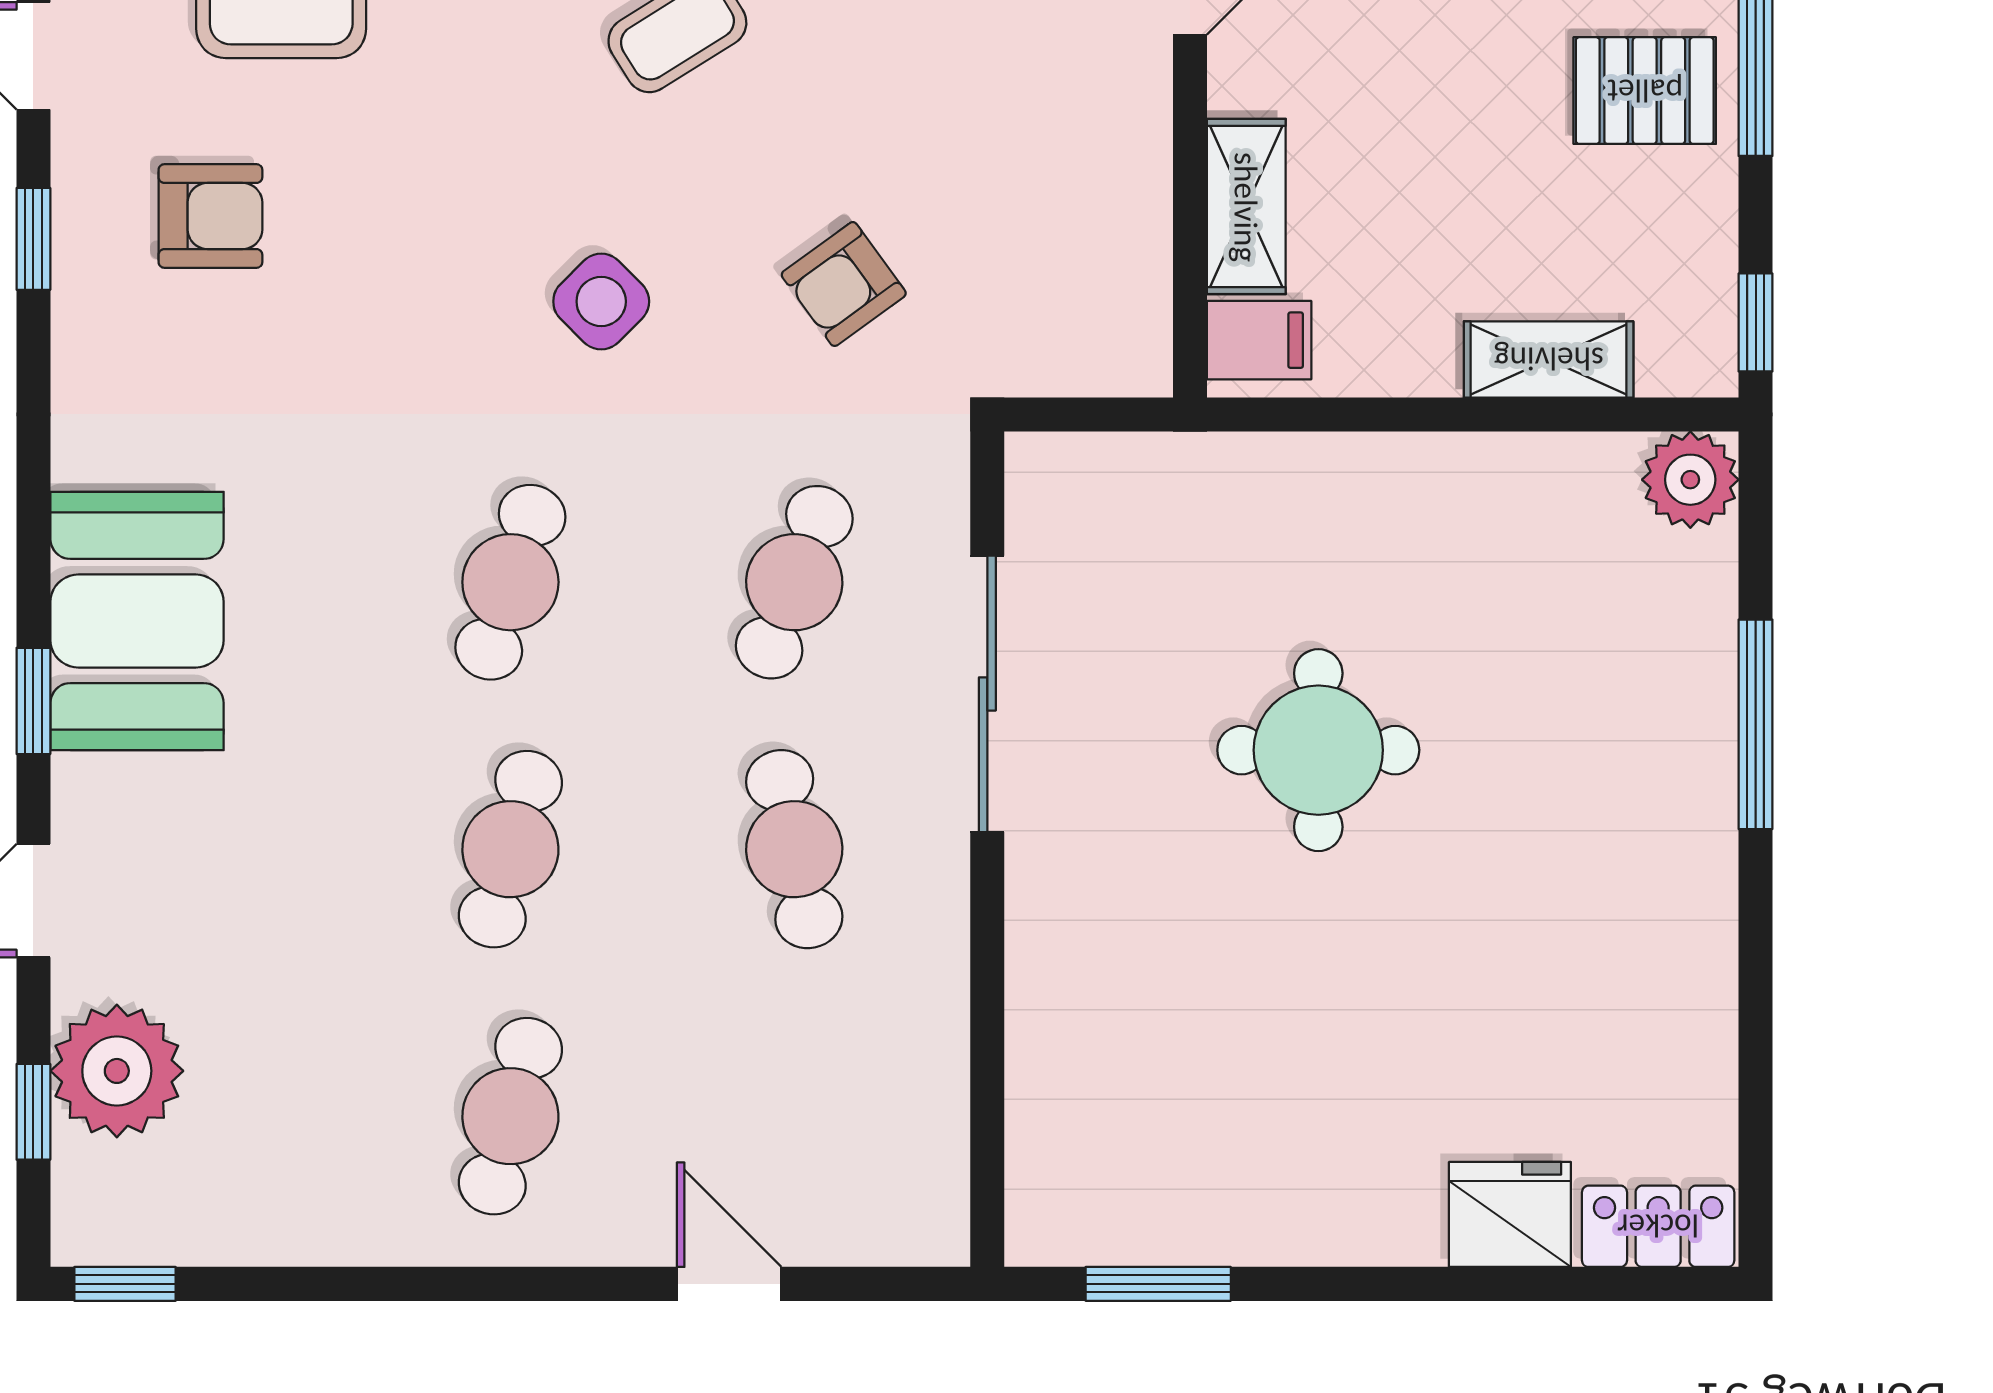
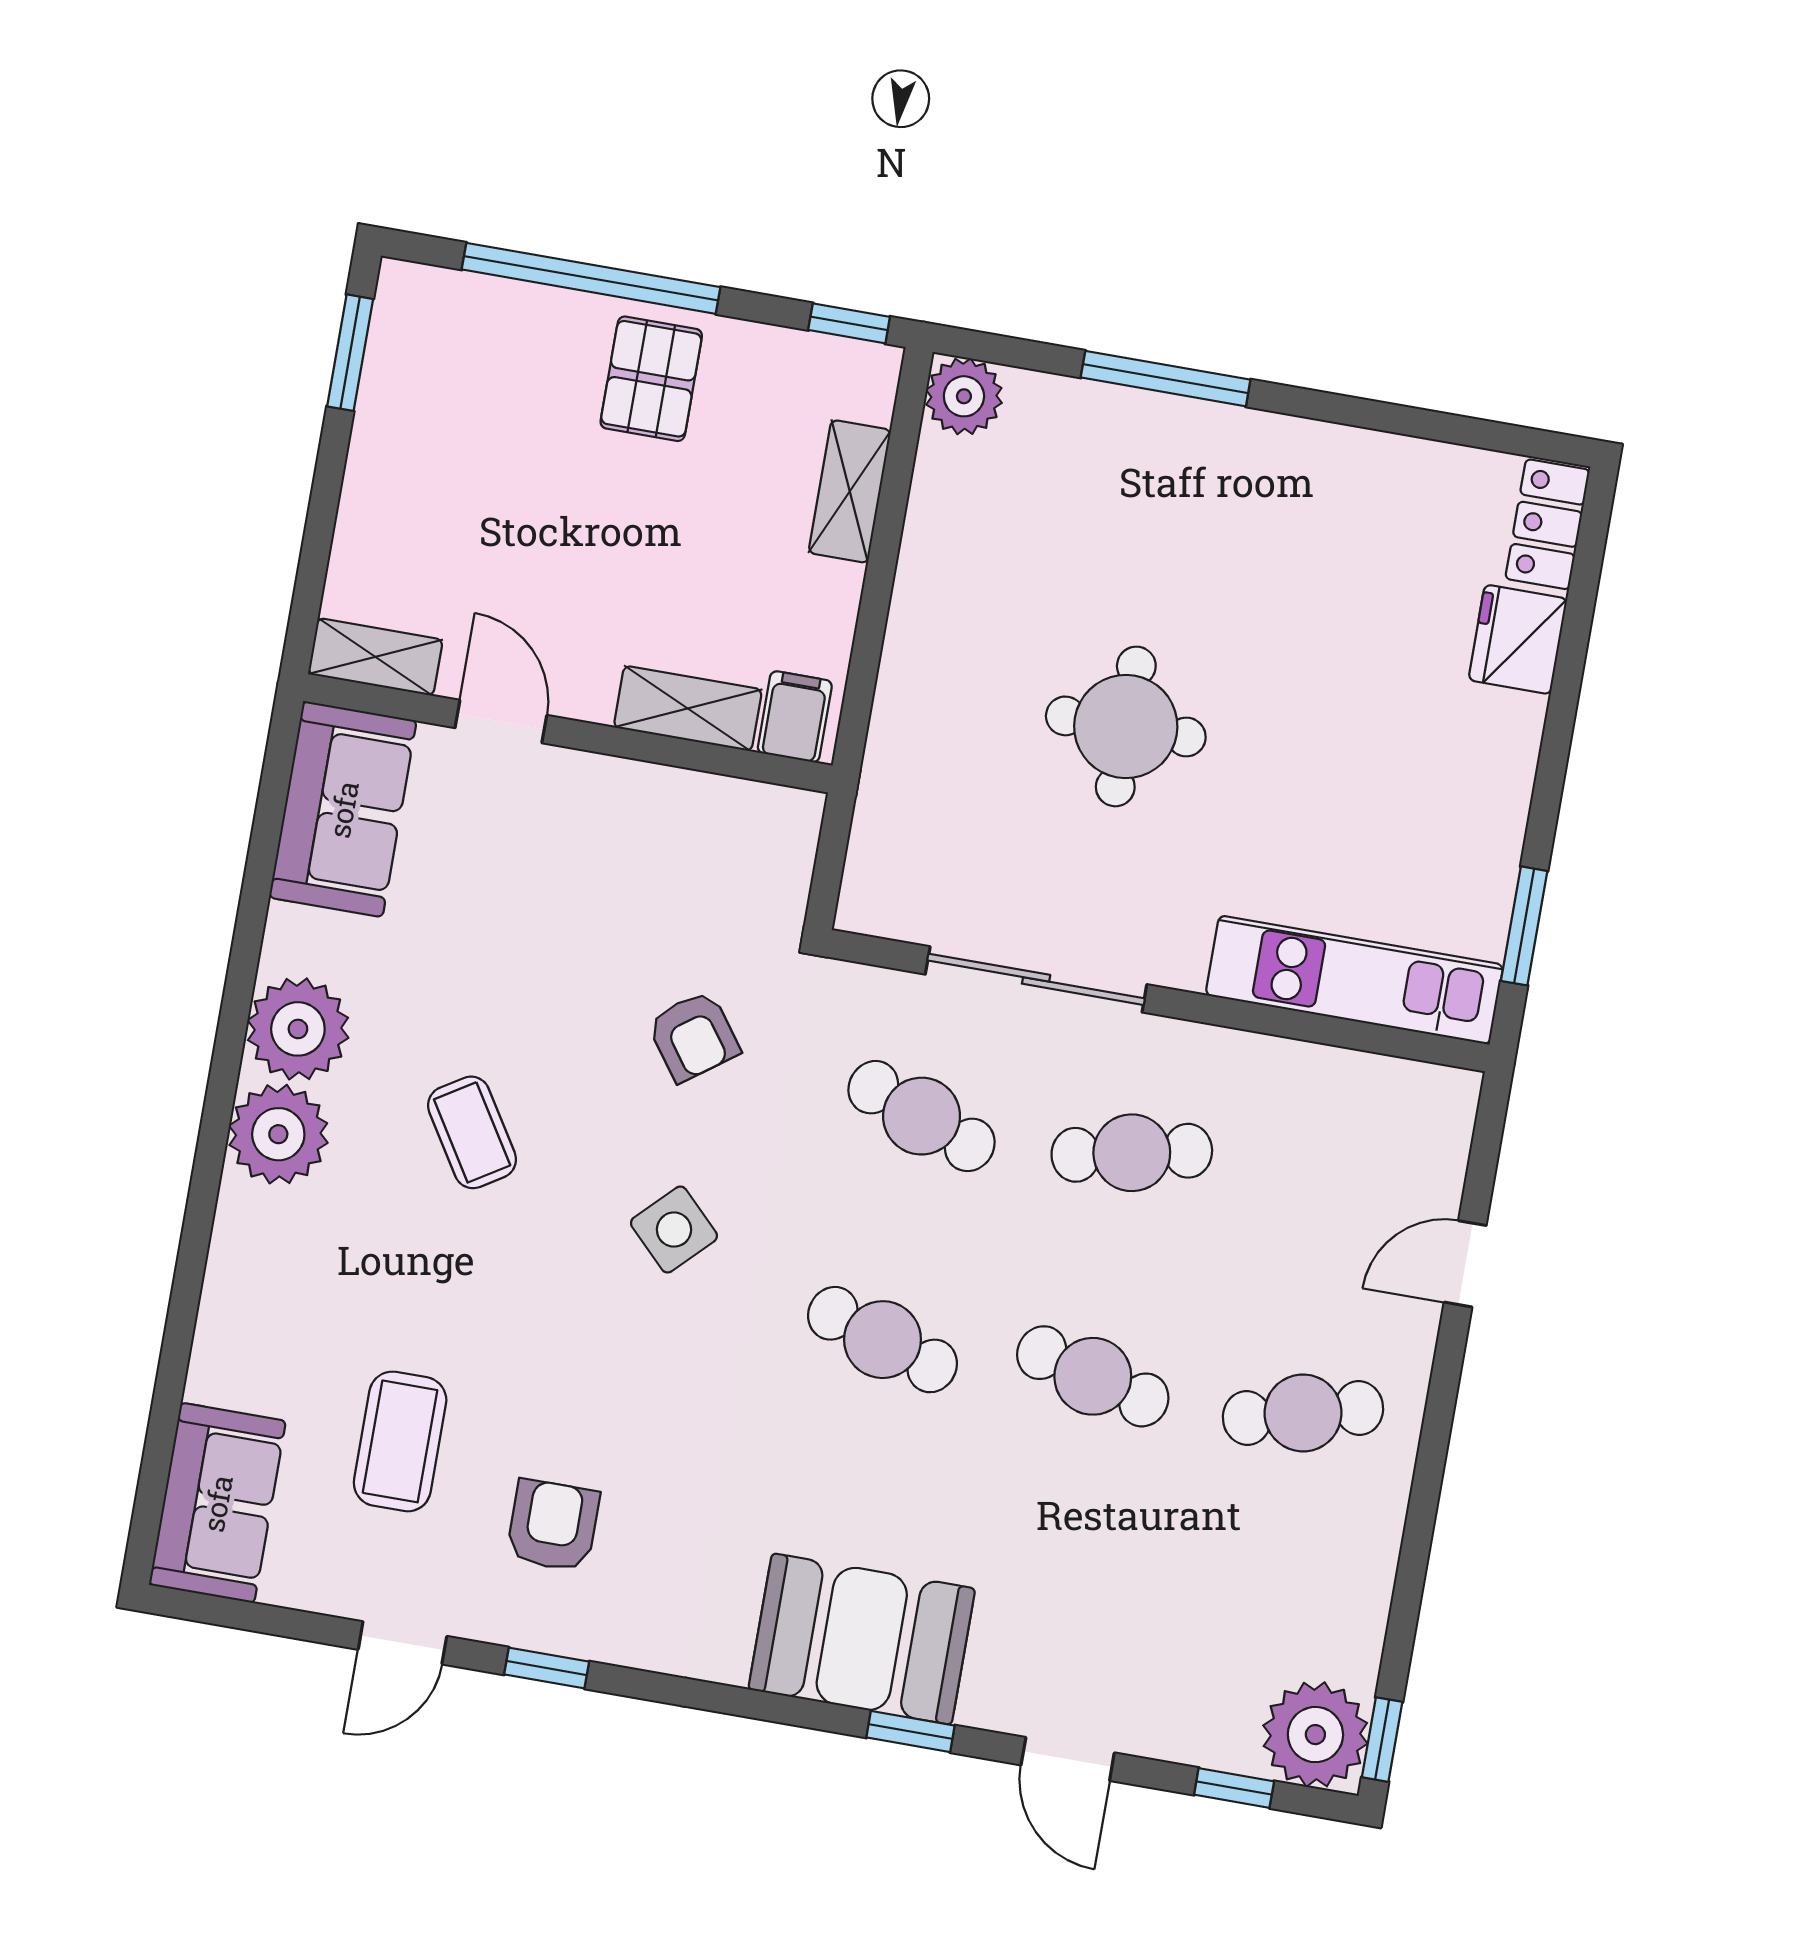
plant: (117, 1071) -> (1315, 1735), moved
kitchen unit: (1055, 1086) -> (1354, 980), added
cafe table: (510, 1116) -> (1303, 1413), turned -30

